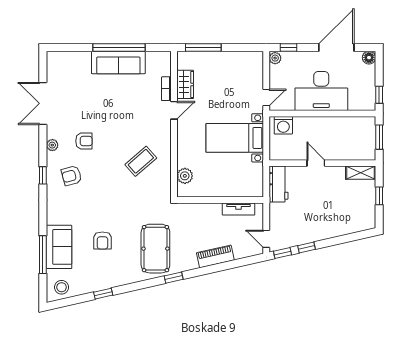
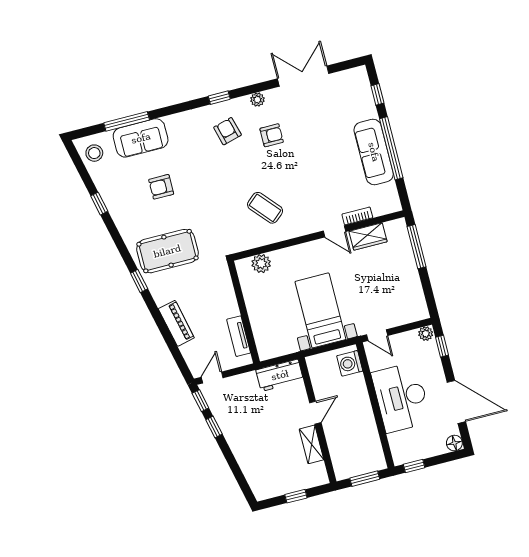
window: (73, 48) -> (377, 94), added
armchair: (84, 141) -> (272, 135), turned -90
shelving: (361, 173) -> (312, 444), moved

